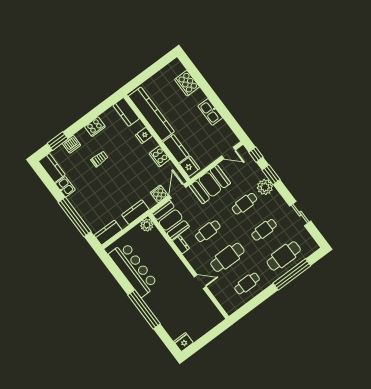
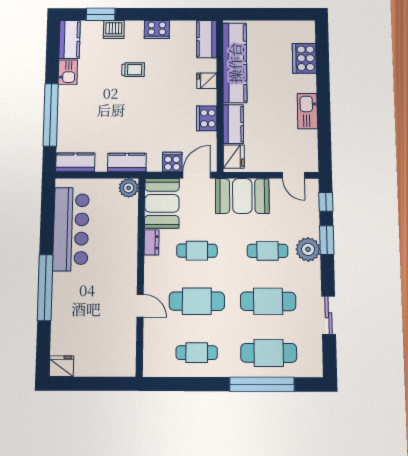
cafe table: (264, 230) -> (268, 301), width x1.37, depth x1.35

